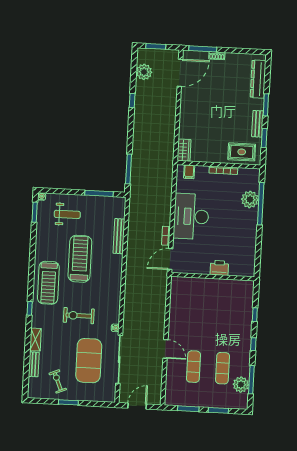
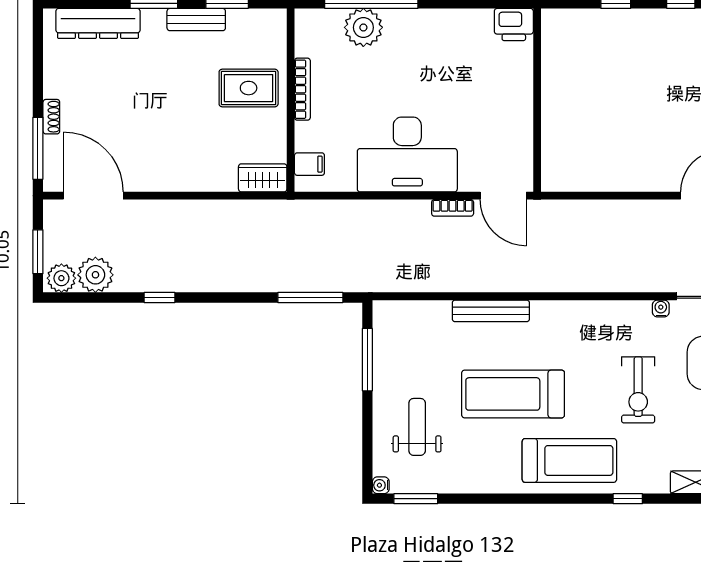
plant: (143, 56) -> (61, 278), added
rug: (242, 152) -> (249, 88), moved, turned 90
bench: (119, 236) -> (491, 311), moved
printer: (219, 268) -> (514, 24), moved, turned -90

